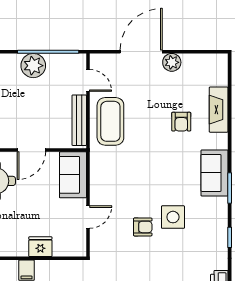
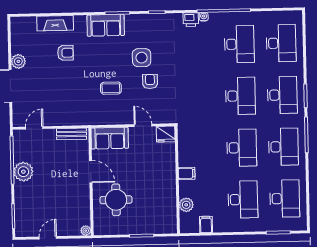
bench: (79, 120) -> (72, 134), width x0.73
coffee table: (110, 121) -> (111, 88), moved, width x0.54, depth x0.58
fridge: (40, 247) -> (166, 134), moved, turned -90

